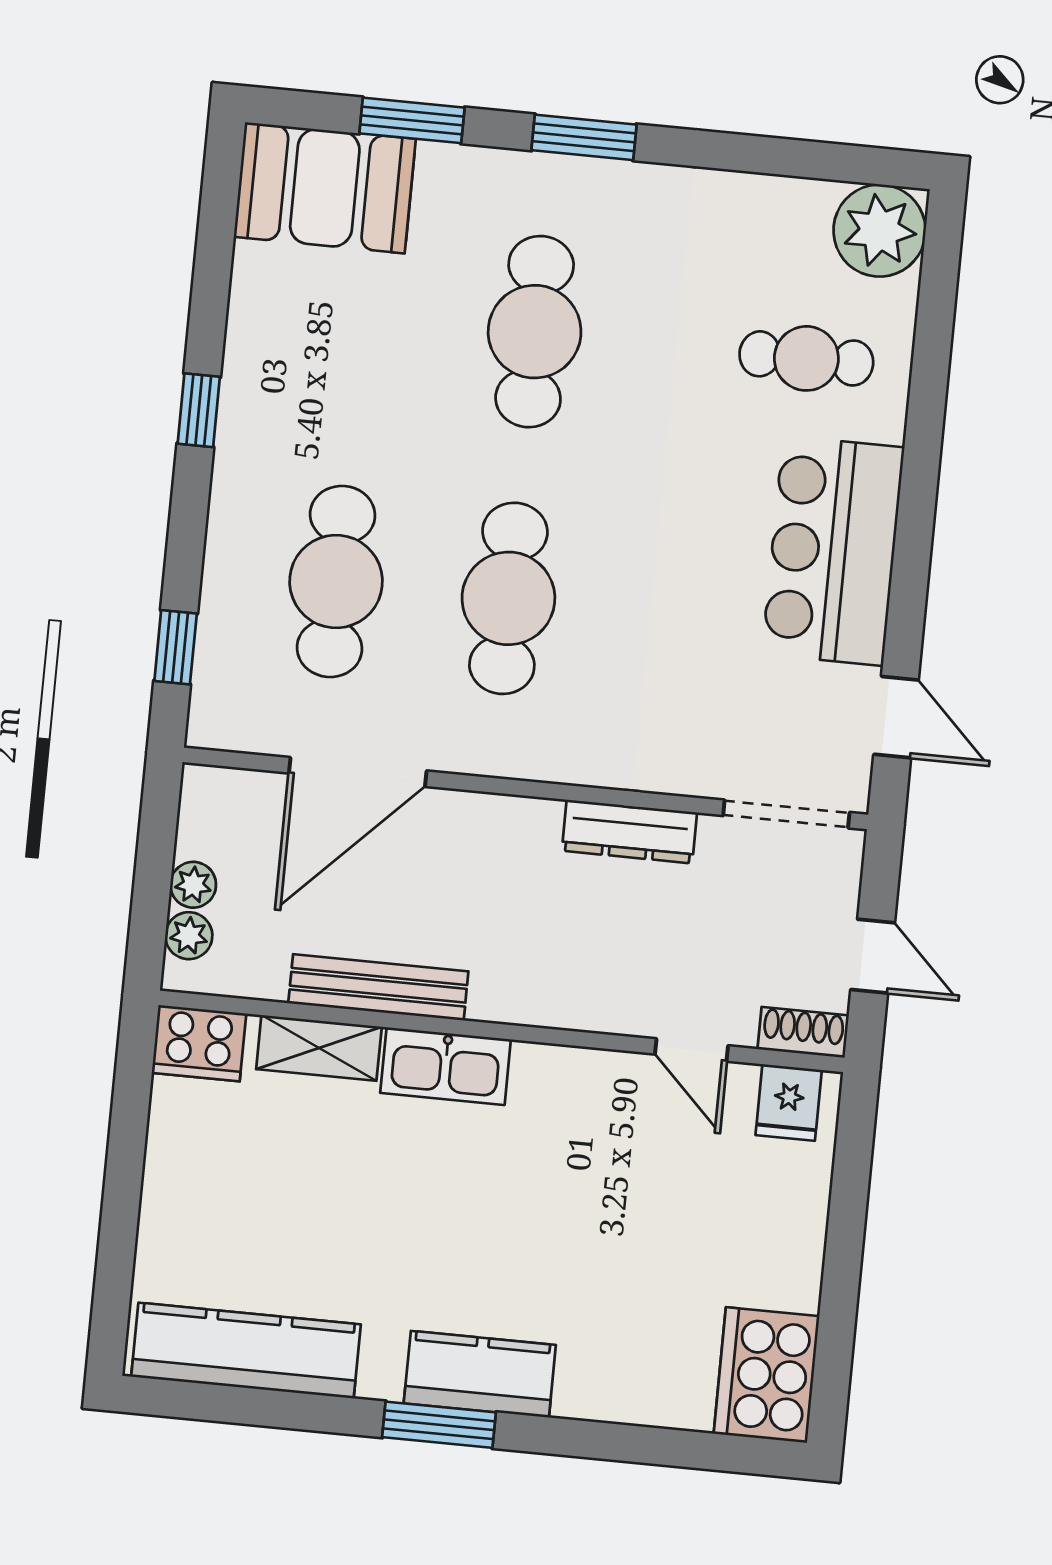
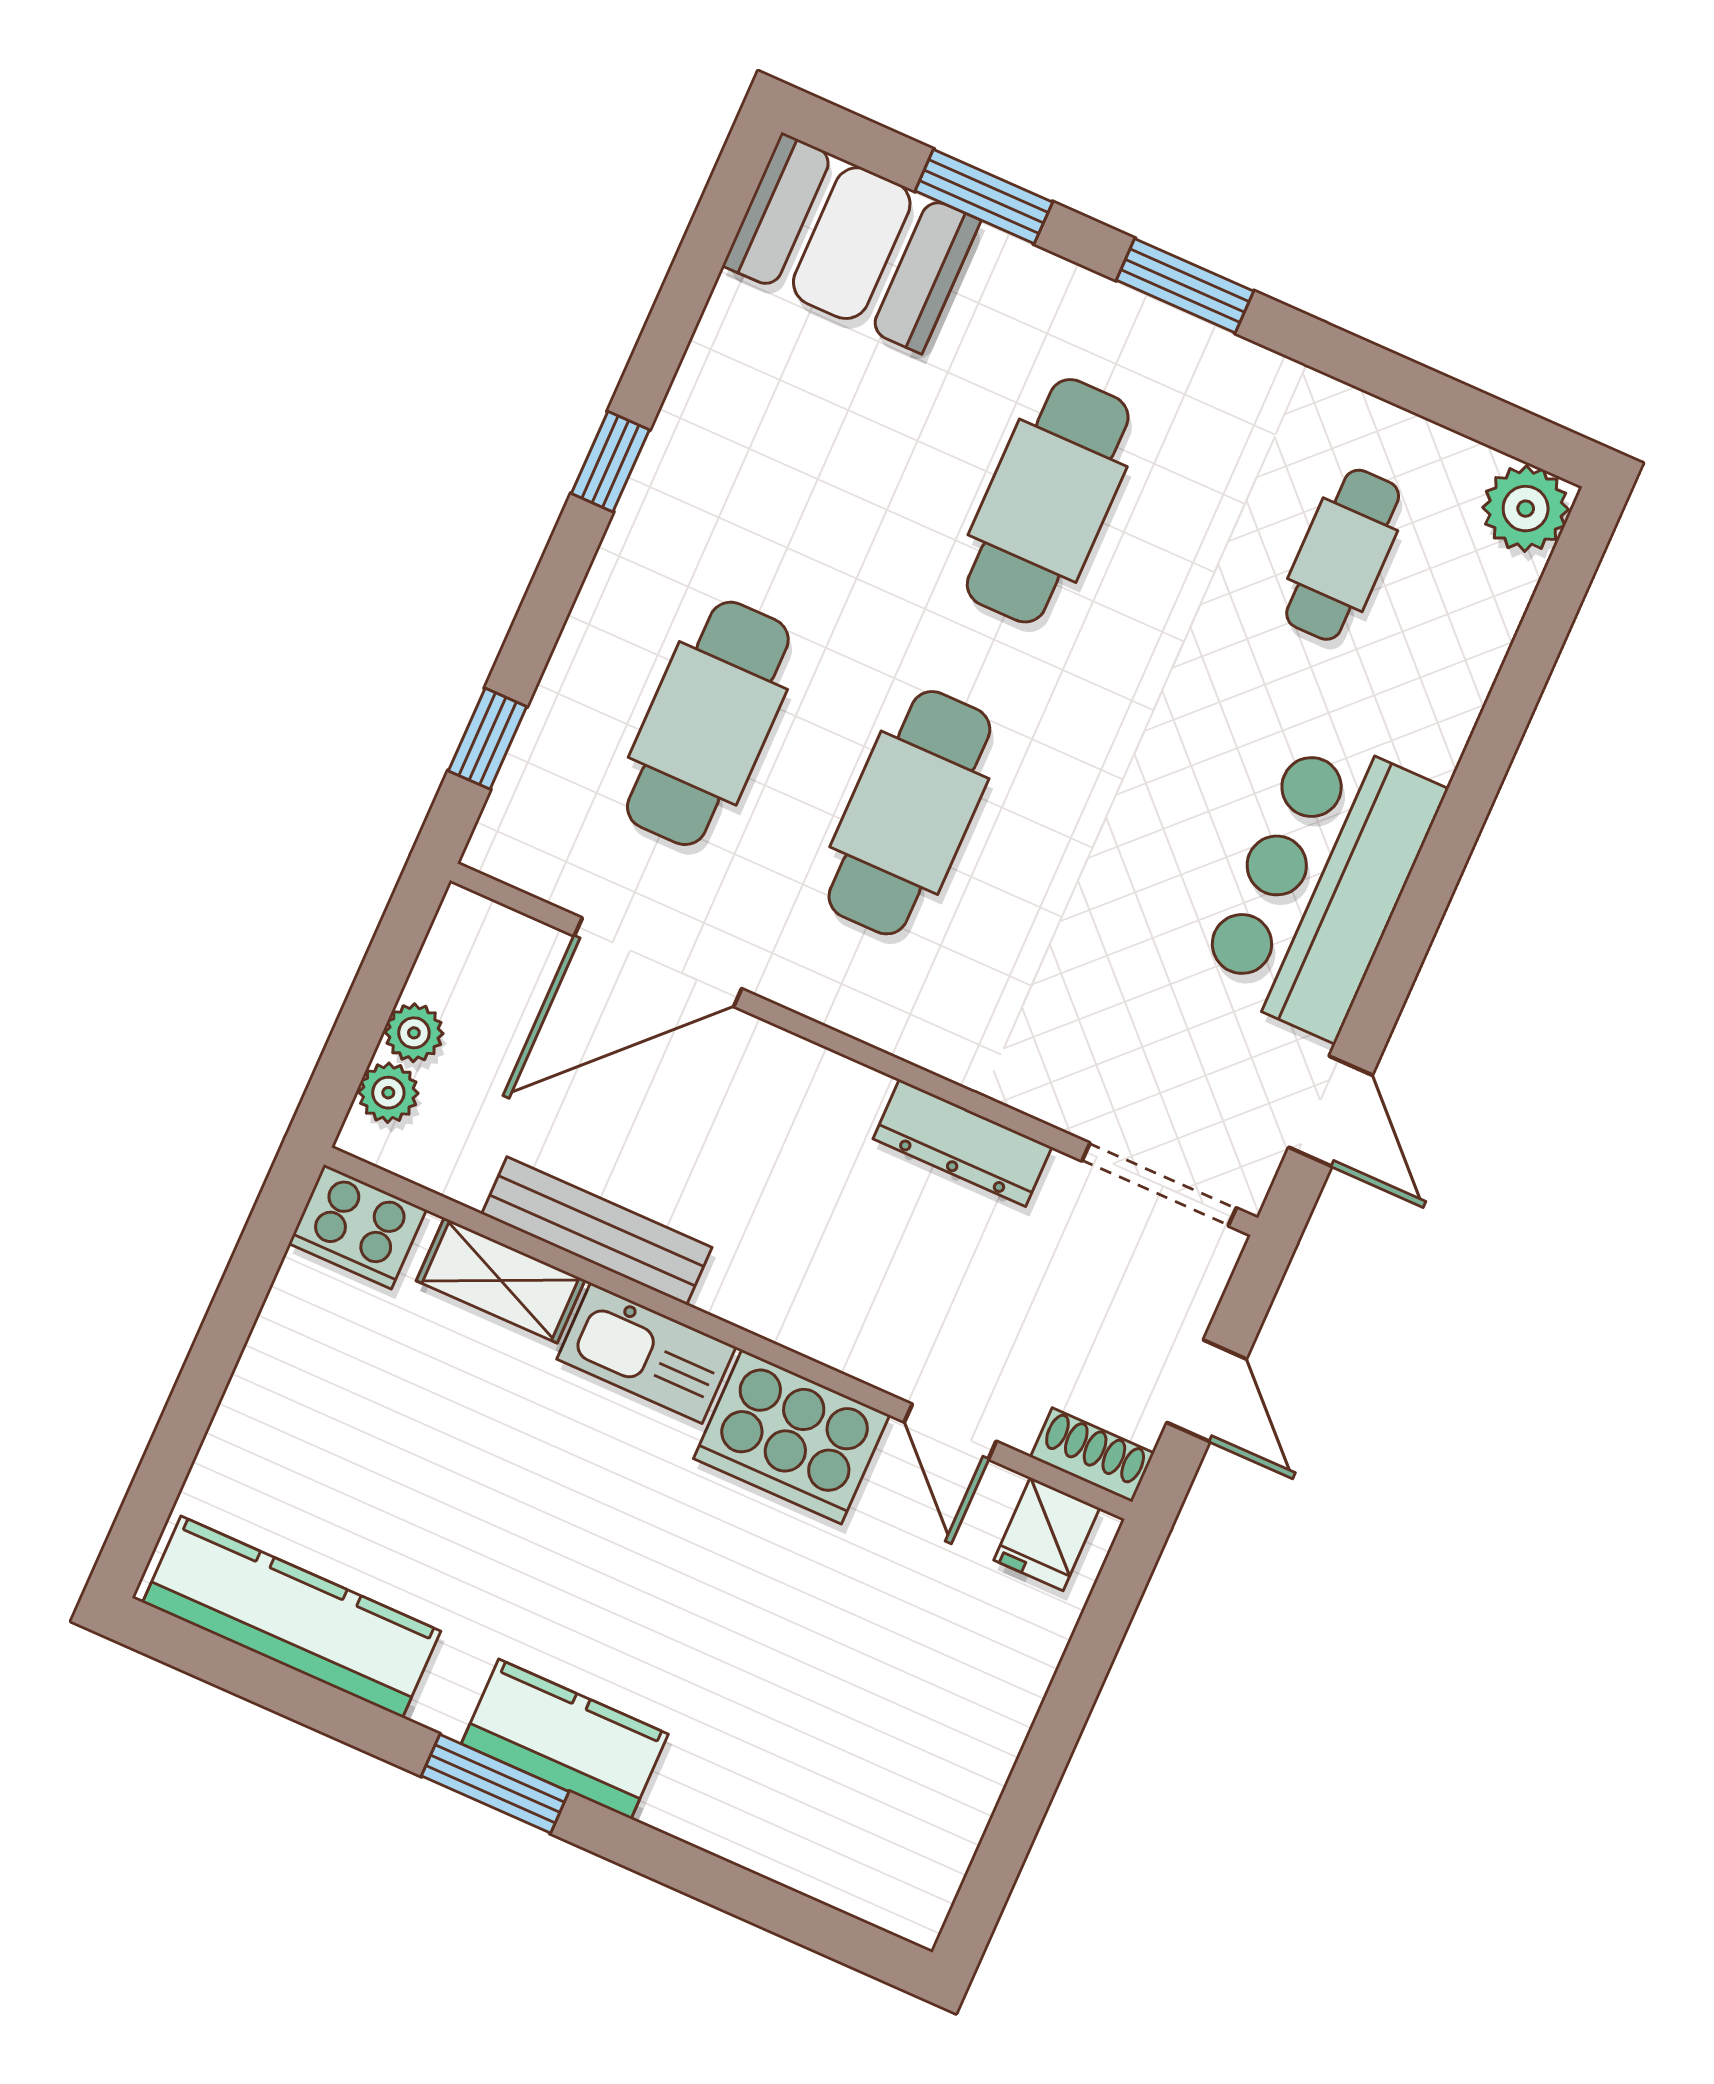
plant: (880, 231) -> (1526, 509), width x0.73, depth x0.73
cafe table: (806, 358) -> (1343, 555), moved, turned 90
cooker: (766, 1375) -> (792, 1437), moved, turned -90

